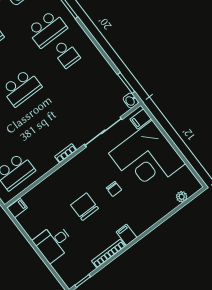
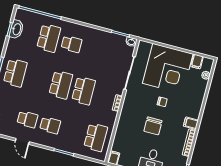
school desk: (41, 113) -> (84, 91), added
filing cabinet: (141, 119) -> (197, 62), moved
chair: (85, 207) -> (153, 126), turned -90

